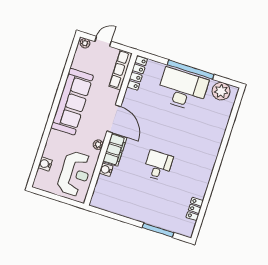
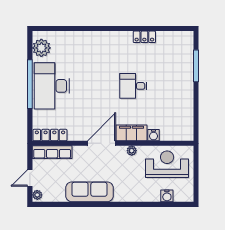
door: (103, 41) -> (30, 178), hinge flipped
sofa: (72, 102) -> (89, 192), width x0.74, depth x0.79
locker: (195, 209) -> (144, 37), moved

